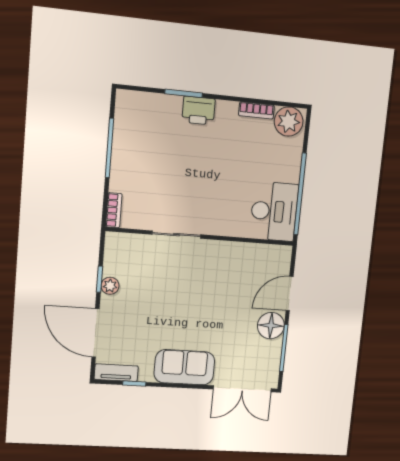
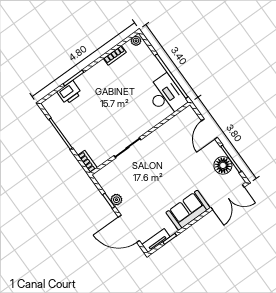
printer: (198, 111) -> (69, 93), moved
plant: (289, 122) -> (136, 41), width x0.53, depth x0.53
floor lamp: (271, 326) -> (223, 165), moved

